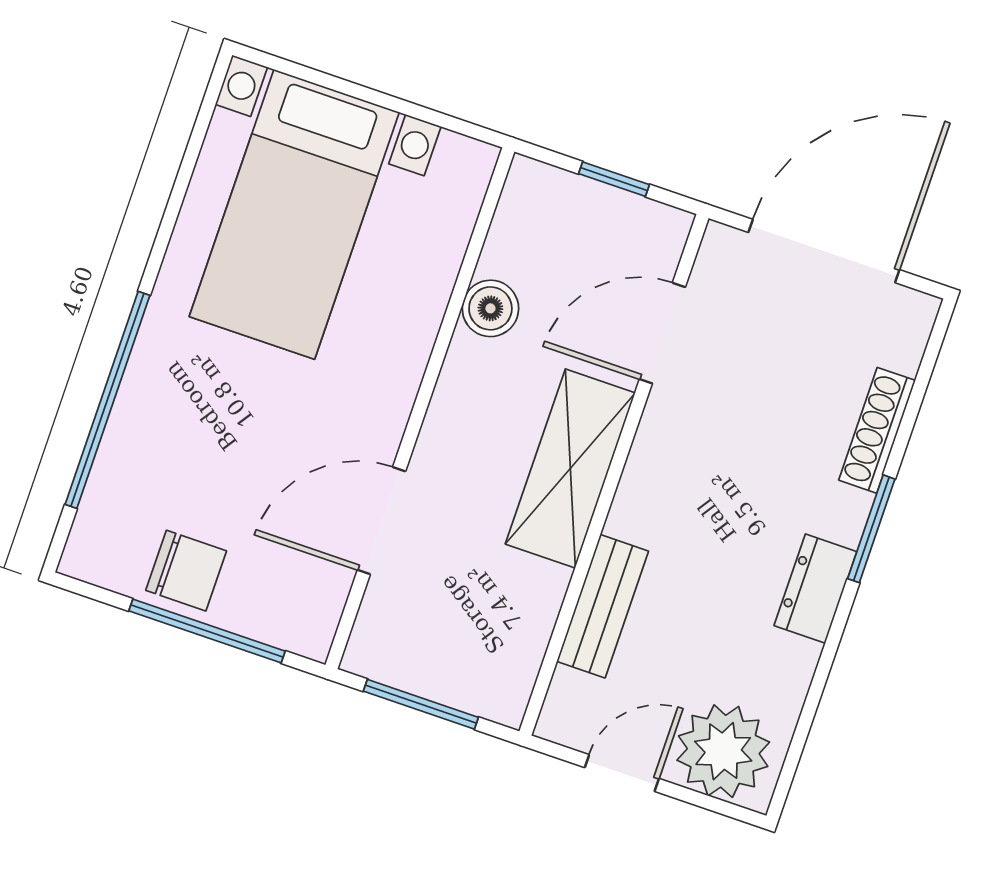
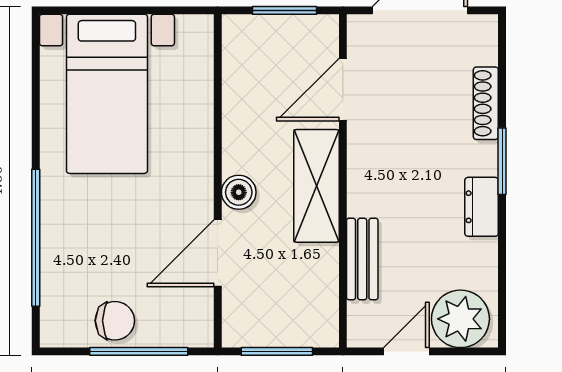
window: (614, 179) -> (284, 10), width x1.50
boiler: (490, 308) -> (239, 192), moved

